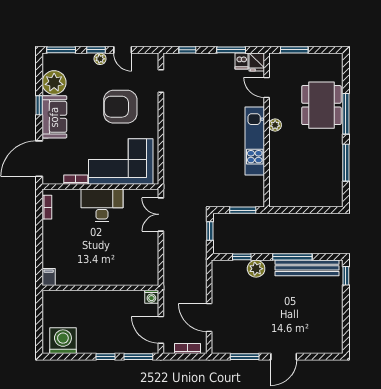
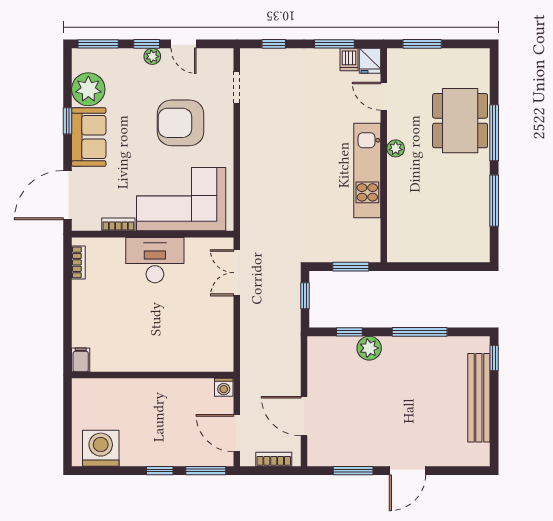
bench: (307, 268) -> (479, 398), moved, turned 90

